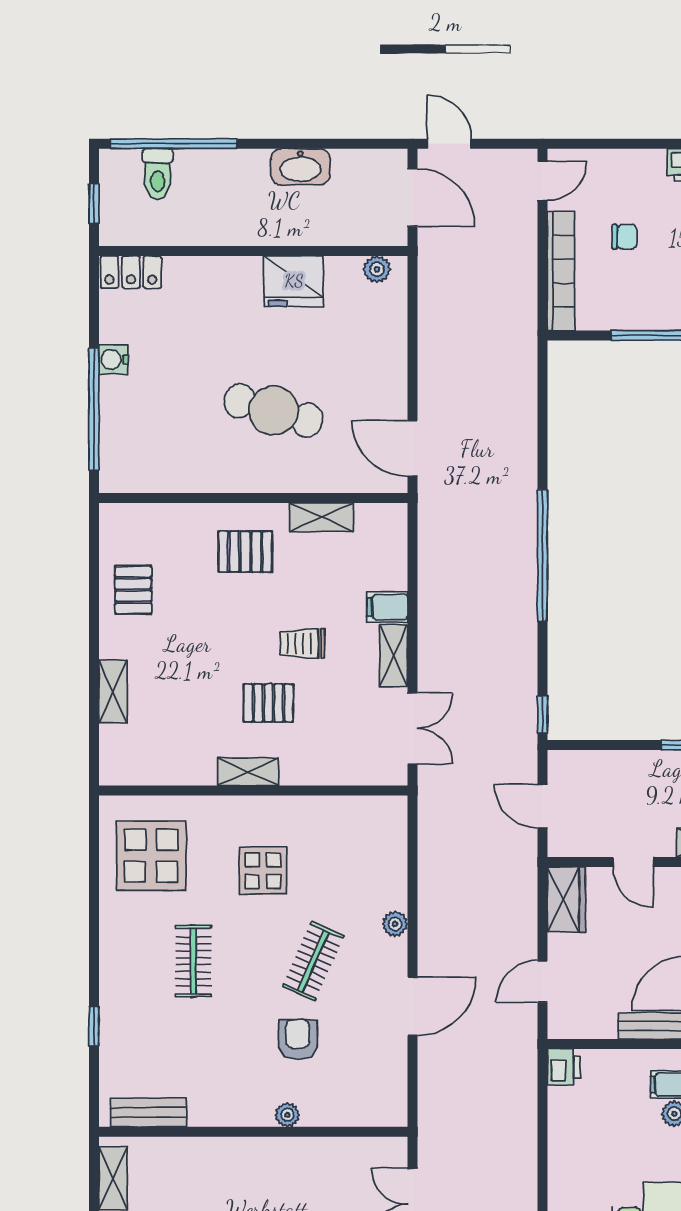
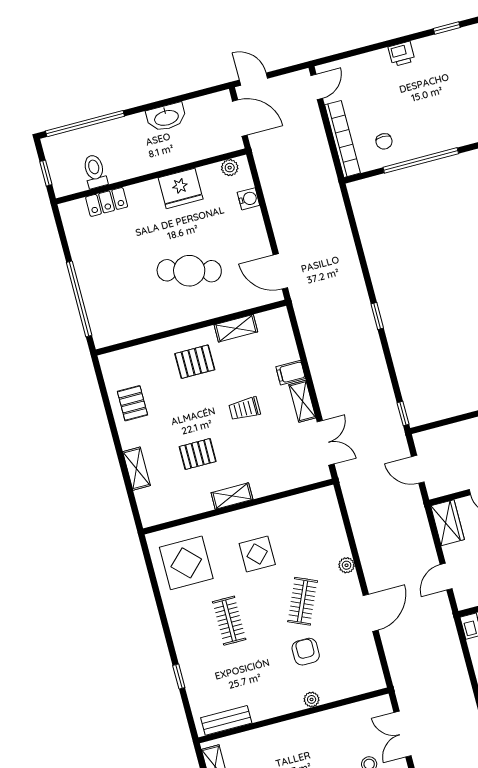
toilet: (158, 174) -> (95, 171), moved, turned 180
chair: (625, 237) -> (384, 141), moved, turned 90
locker: (131, 272) -> (107, 202), moved
water cooler: (113, 359) -> (248, 199), moved, turned 180
window: (542, 556) -> (377, 316), width x0.32
pallet: (268, 703) -> (198, 454), moved

